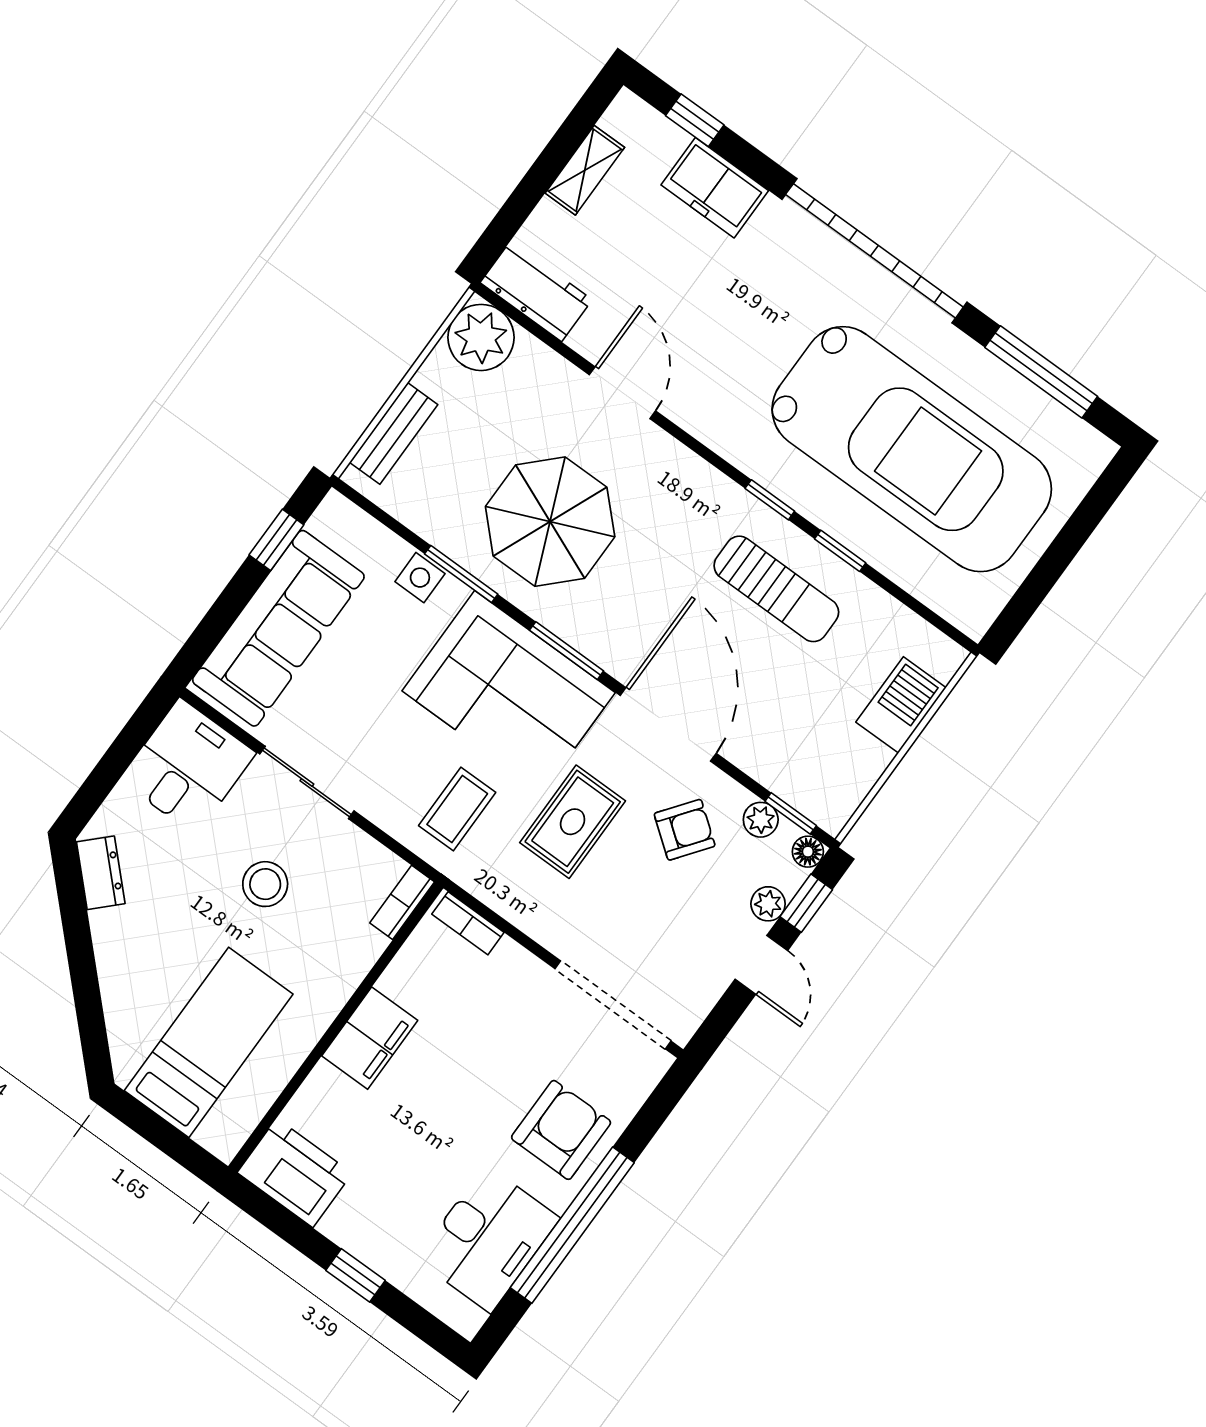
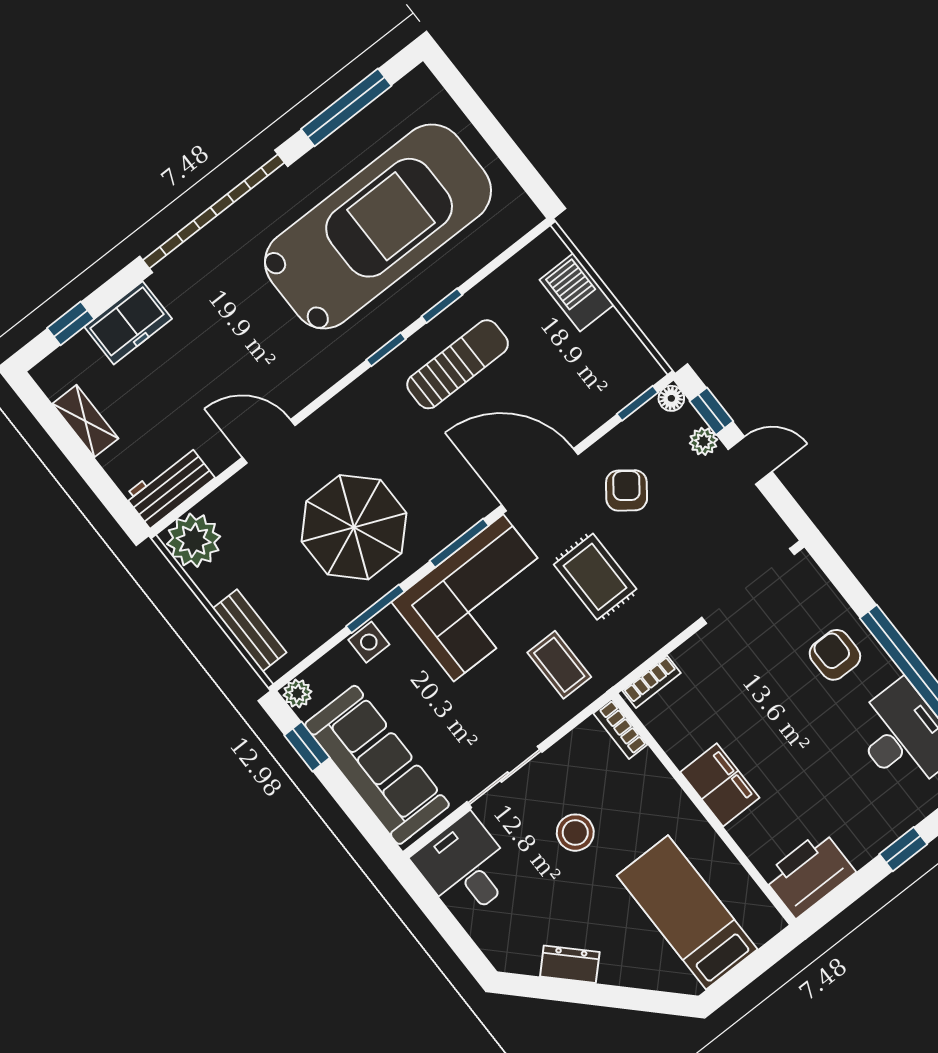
plant: (761, 820) -> (297, 693), moved
dresser: (101, 873) -> (570, 964), moved
armchair: (561, 1130) -> (835, 655), width x0.72, depth x0.72

